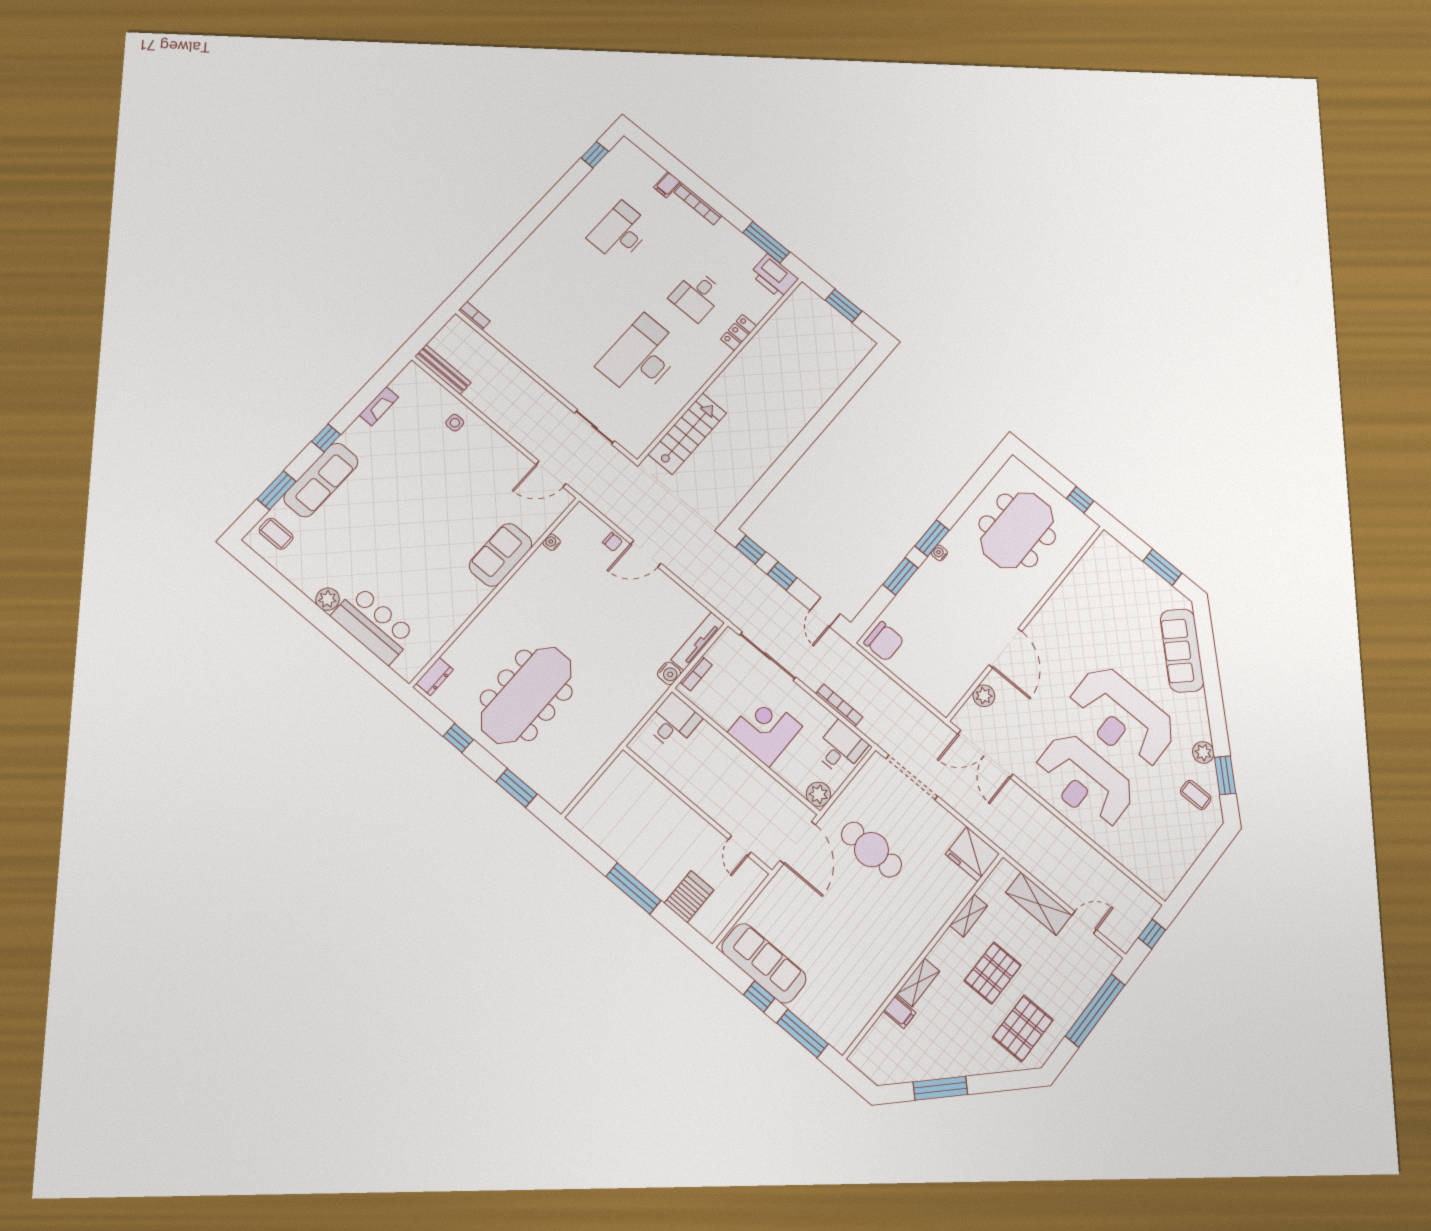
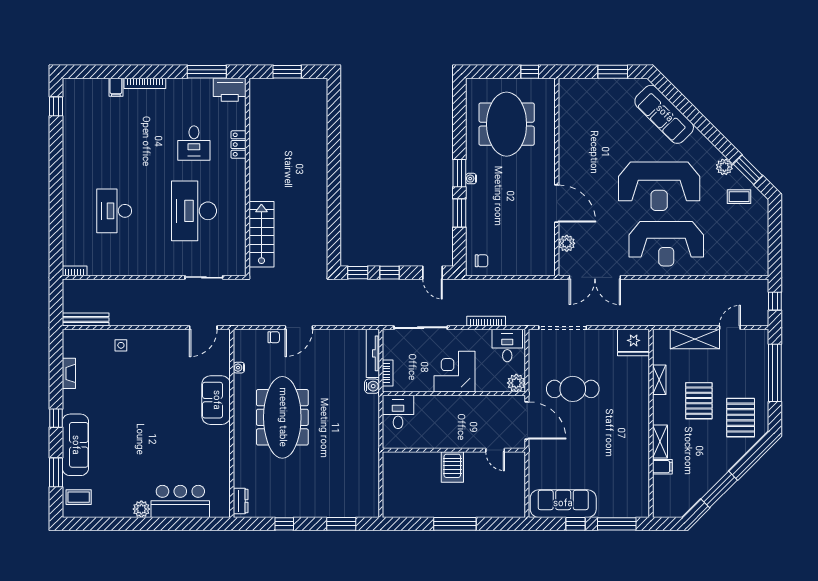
desk: (620, 232) -> (114, 211), moved
chair: (884, 641) -> (482, 261), width x0.54, depth x0.54
meeting table: (526, 695) -> (282, 417), moved
server rack: (689, 896) -> (452, 467), moved, turned 180

